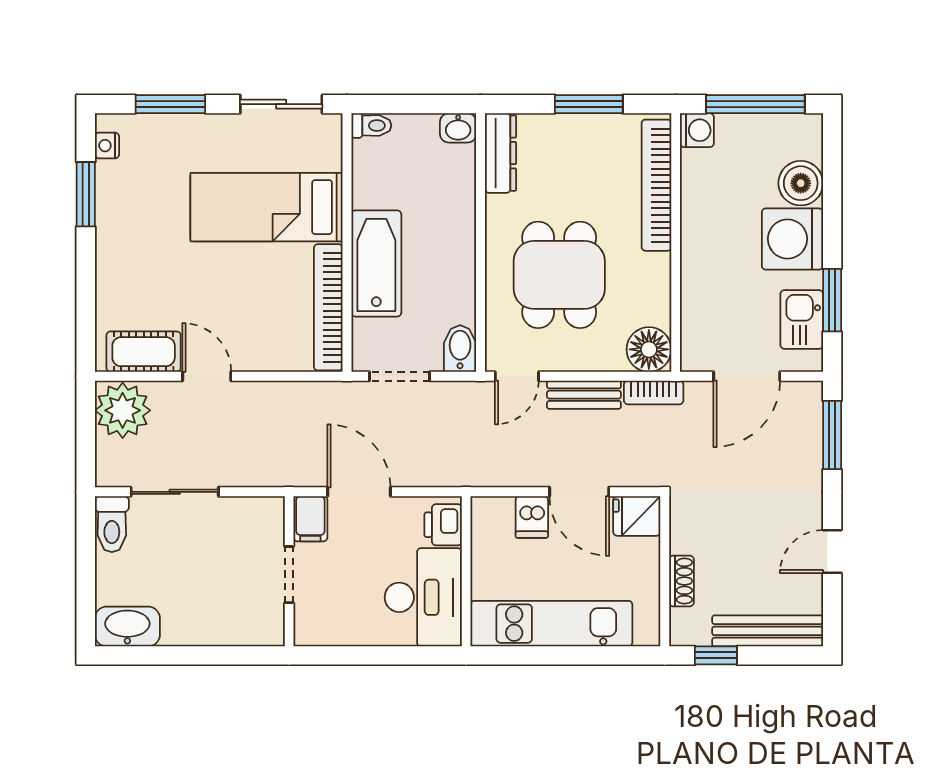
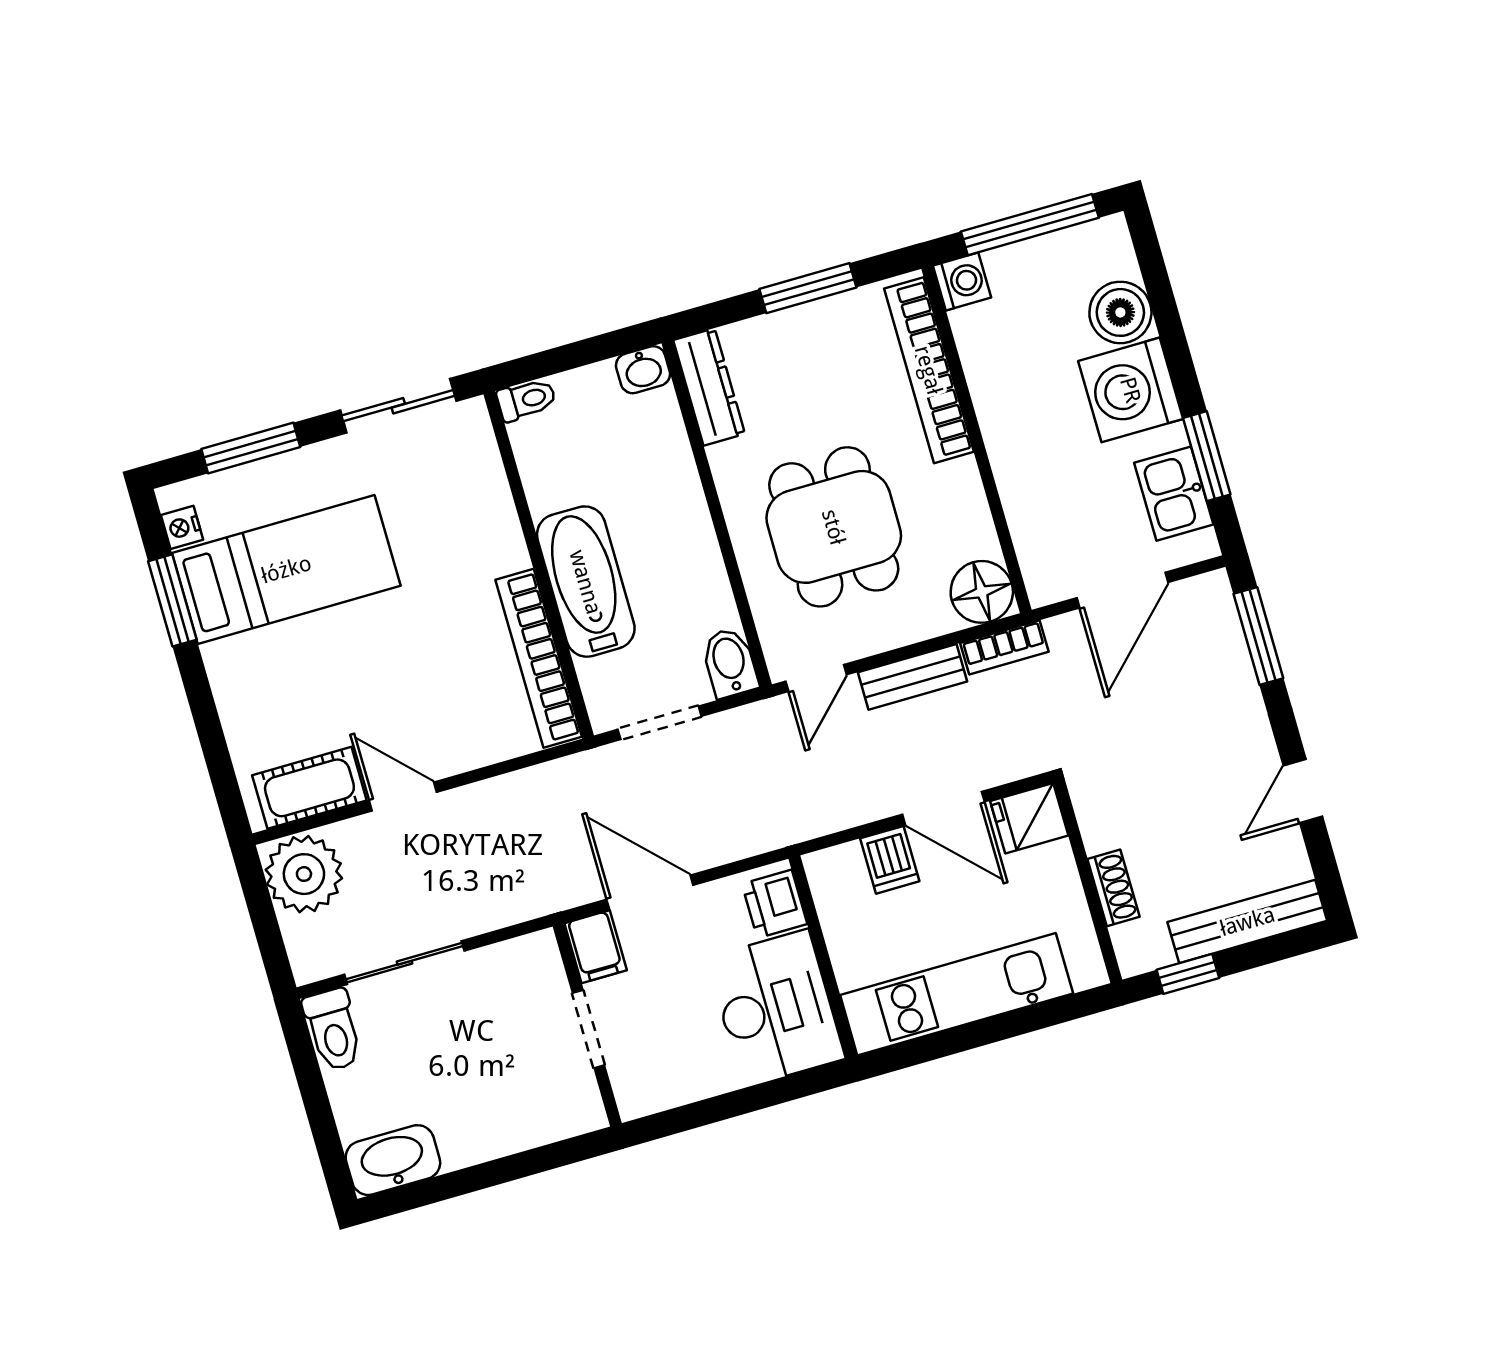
bed: (267, 207) -> (286, 569), moved, turned 180

